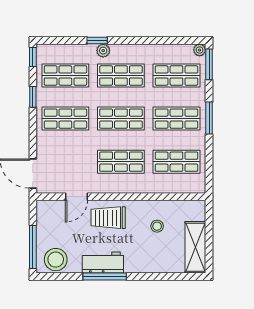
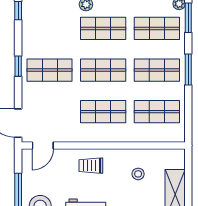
shop shelf: (65, 76) -> (50, 28), removed
window: (33, 97) -> (18, 66), moved
door: (76, 197) -> (43, 145), moved
trolley: (108, 218) -> (91, 166), width x0.73, depth x0.72

